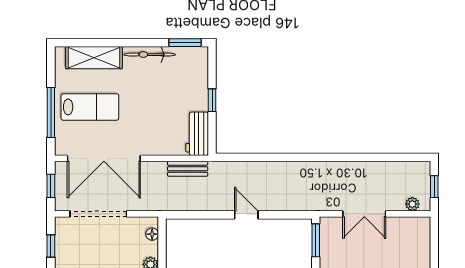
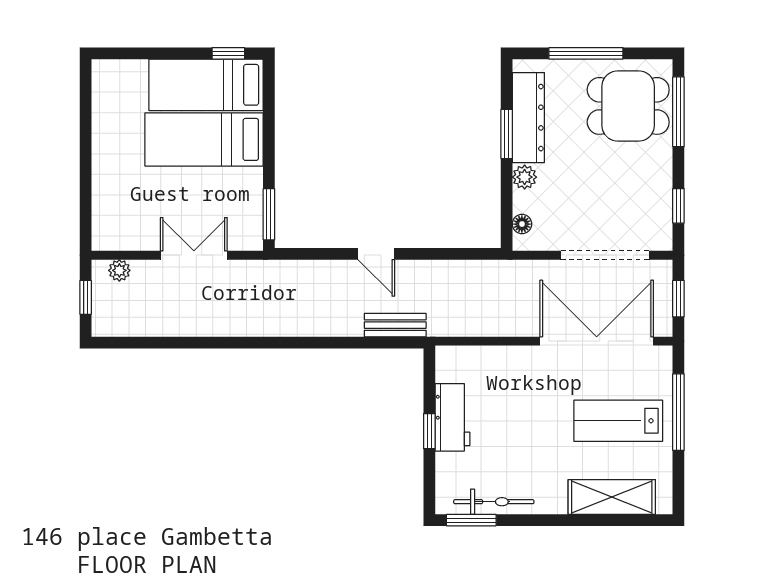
bicycle: (150, 55) -> (494, 502), moved
workbench: (197, 134) -> (452, 417), moved
bench: (188, 169) -> (395, 325), moved

